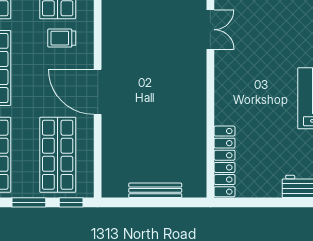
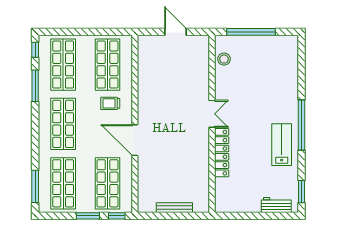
double door: (210, 30) -> (212, 114), moved
locker: (224, 161) -> (222, 153), moved

